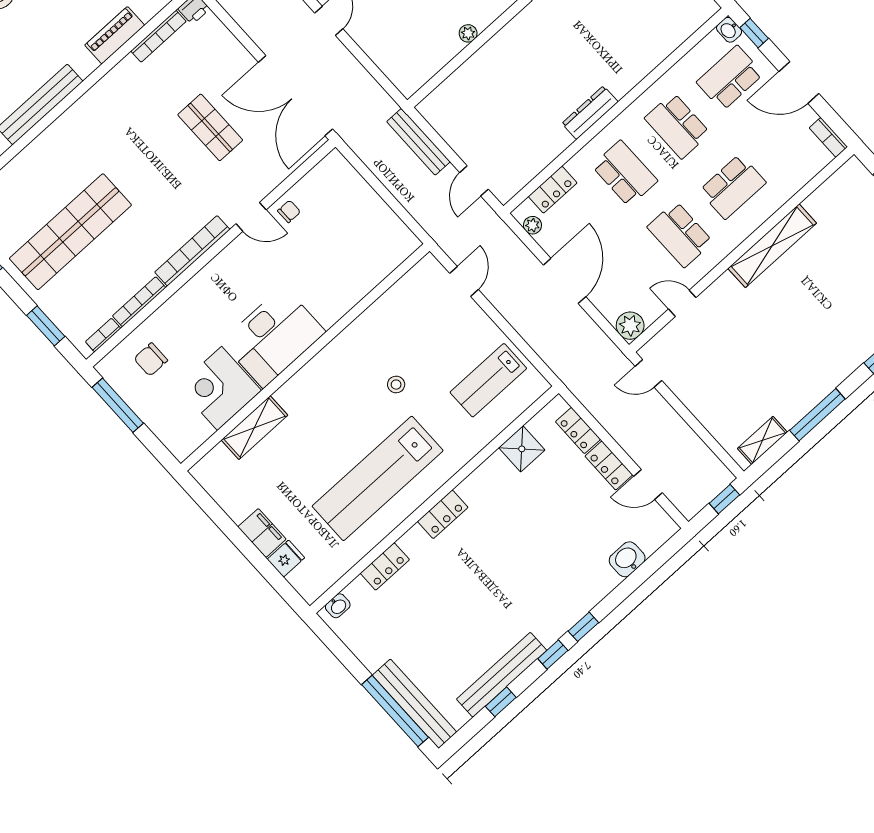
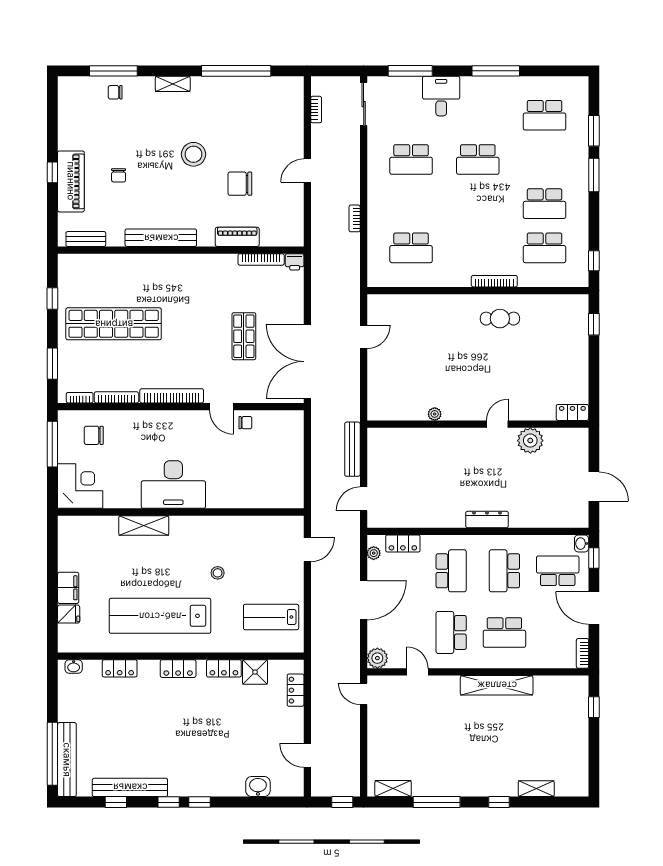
dresser: (590, 113) -> (487, 520), moved
corner desk: (219, 388) -> (80, 486), moved, turned 90
shelving: (255, 428) -> (144, 525), moved
locker: (609, 466) -> (224, 668), moved, turned -90

